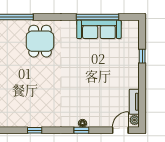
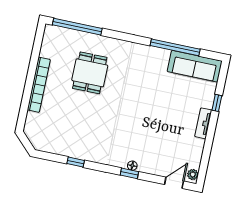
sofa: (99, 29) -> (195, 66), moved
dining table: (40, 41) -> (90, 73), moved
tv unit: (134, 102) -> (203, 123), moved

